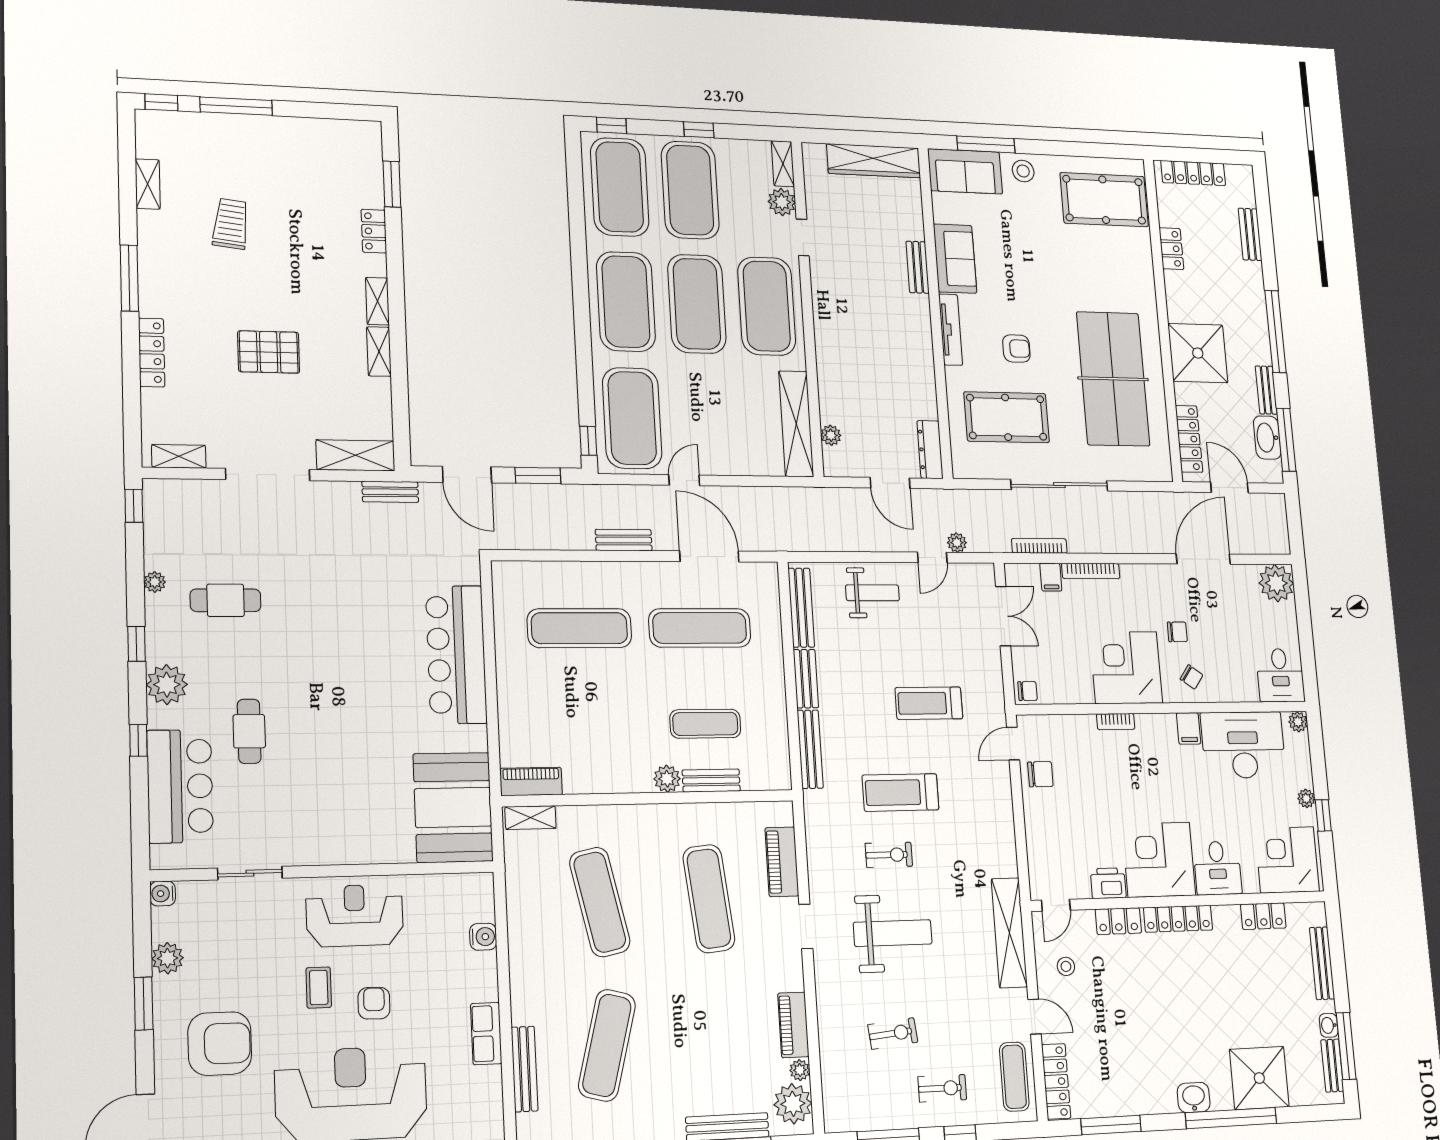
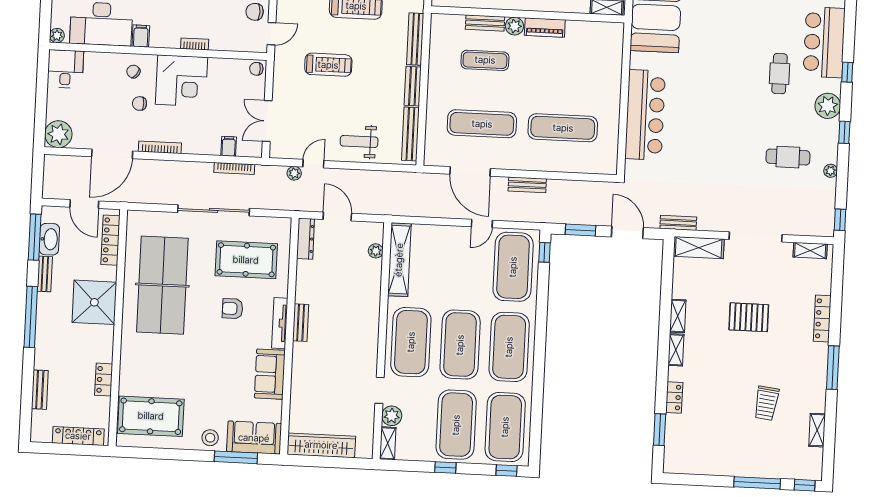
bench: (918, 267) -> (301, 323), moved
bookcase: (1091, 571) -> (160, 147), moved
piano: (531, 781) -> (545, 27), moved

